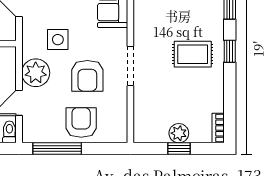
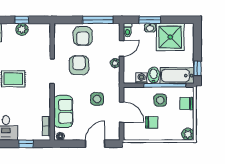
side table: (58, 40) -> (97, 99), moved
plant: (36, 73) -> (115, 63), width x0.53, depth x0.53

